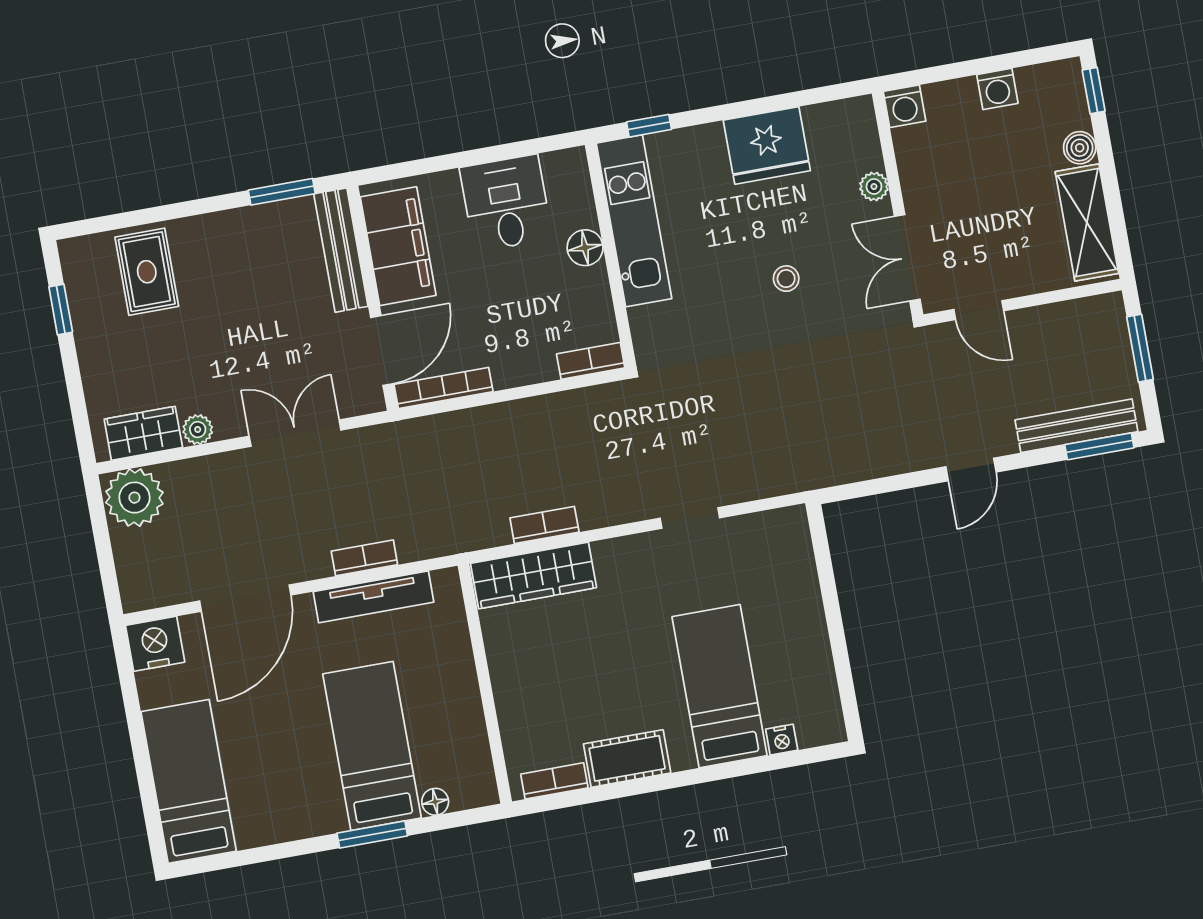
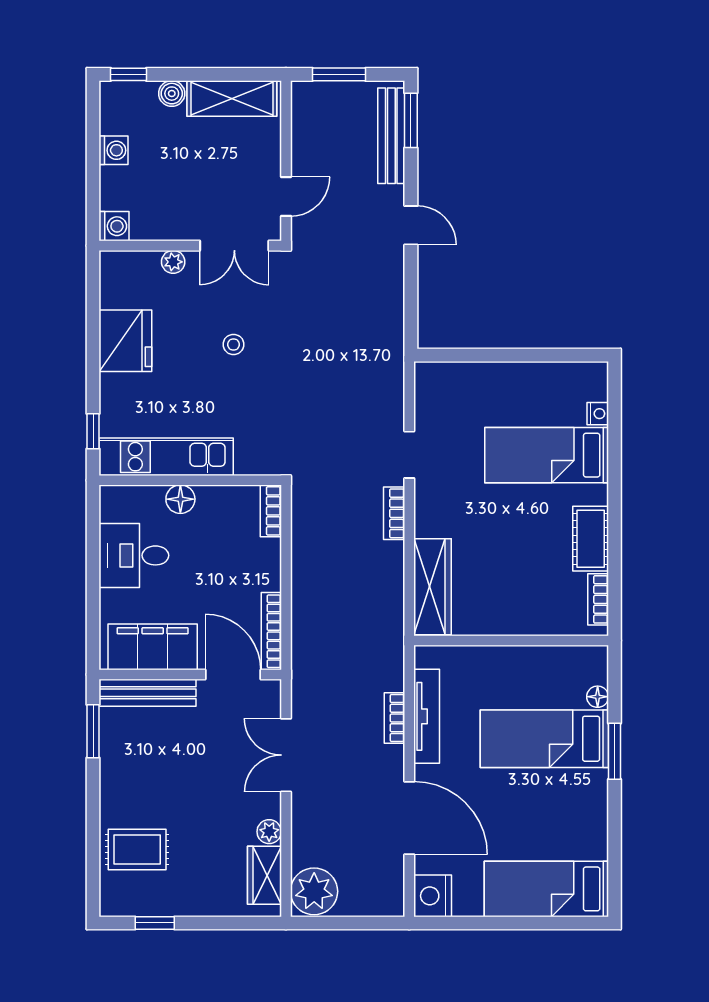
bookcase: (544, 525) -> (394, 513), moved

